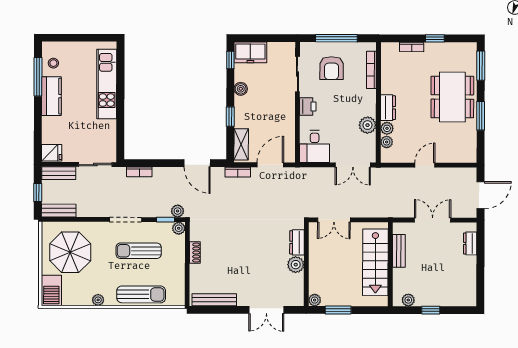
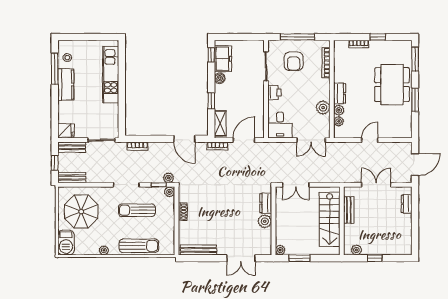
freezer: (250, 52) -> (223, 59), moved, turned -90

